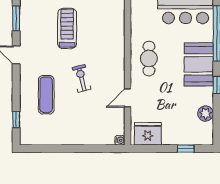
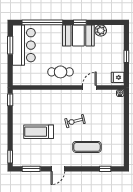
booth: (199, 64) -> (78, 35), moved
door: (128, 98) -> (89, 88), swing flipped
fridge: (148, 134) -> (118, 77), width x0.53, depth x0.75
window: (186, 149) -> (126, 56), moved

